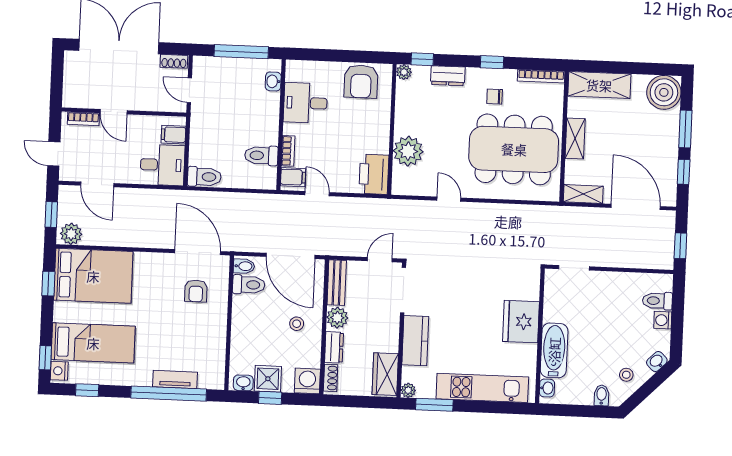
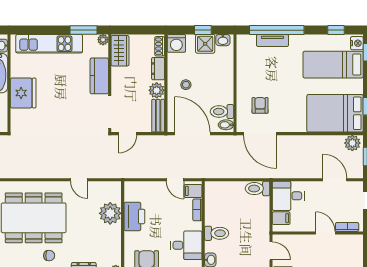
toilet: (261, 156) -> (217, 233), moved
printer: (374, 174) -> (134, 216), moved

